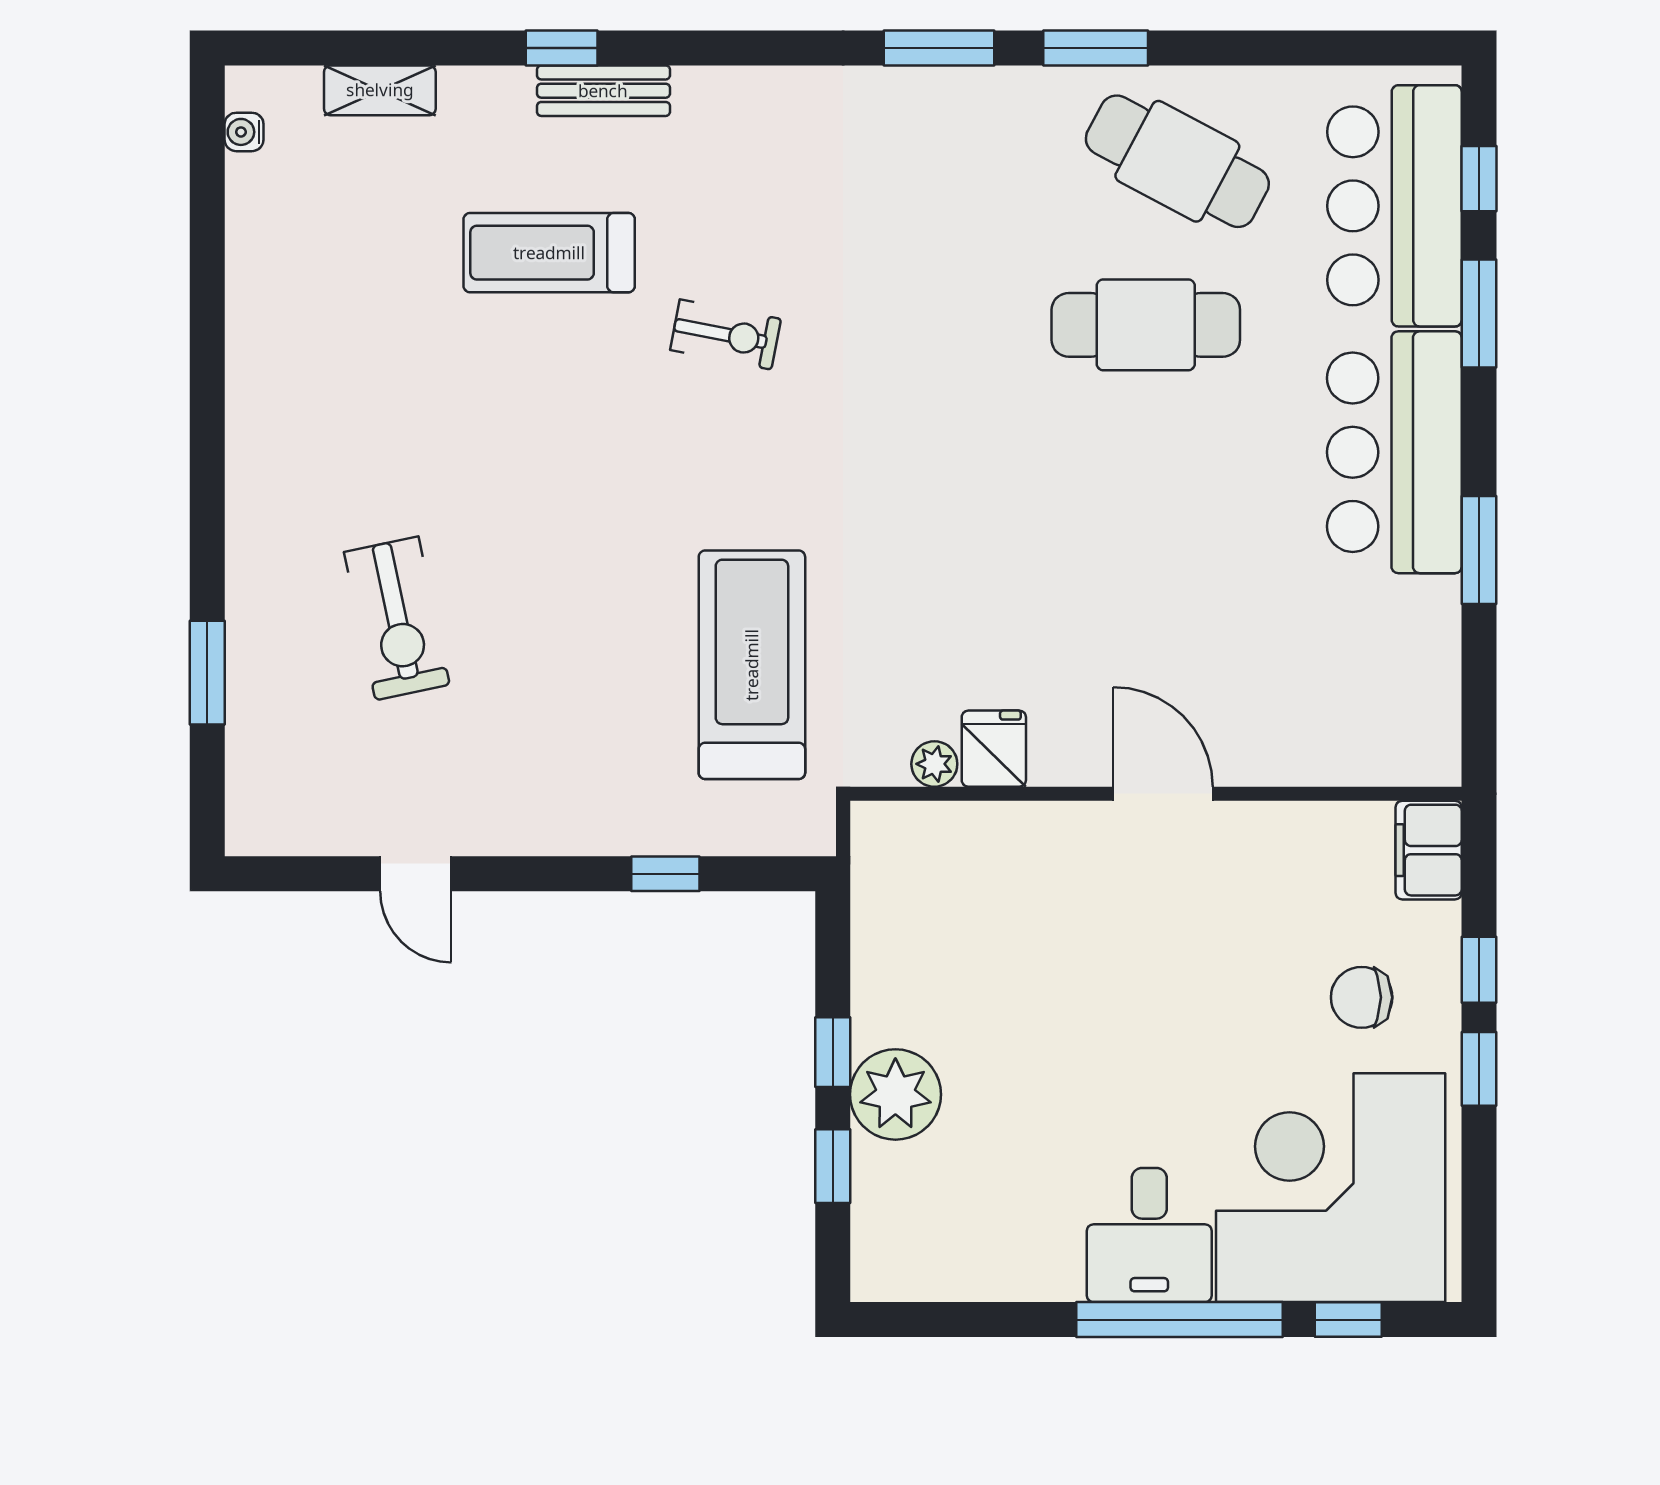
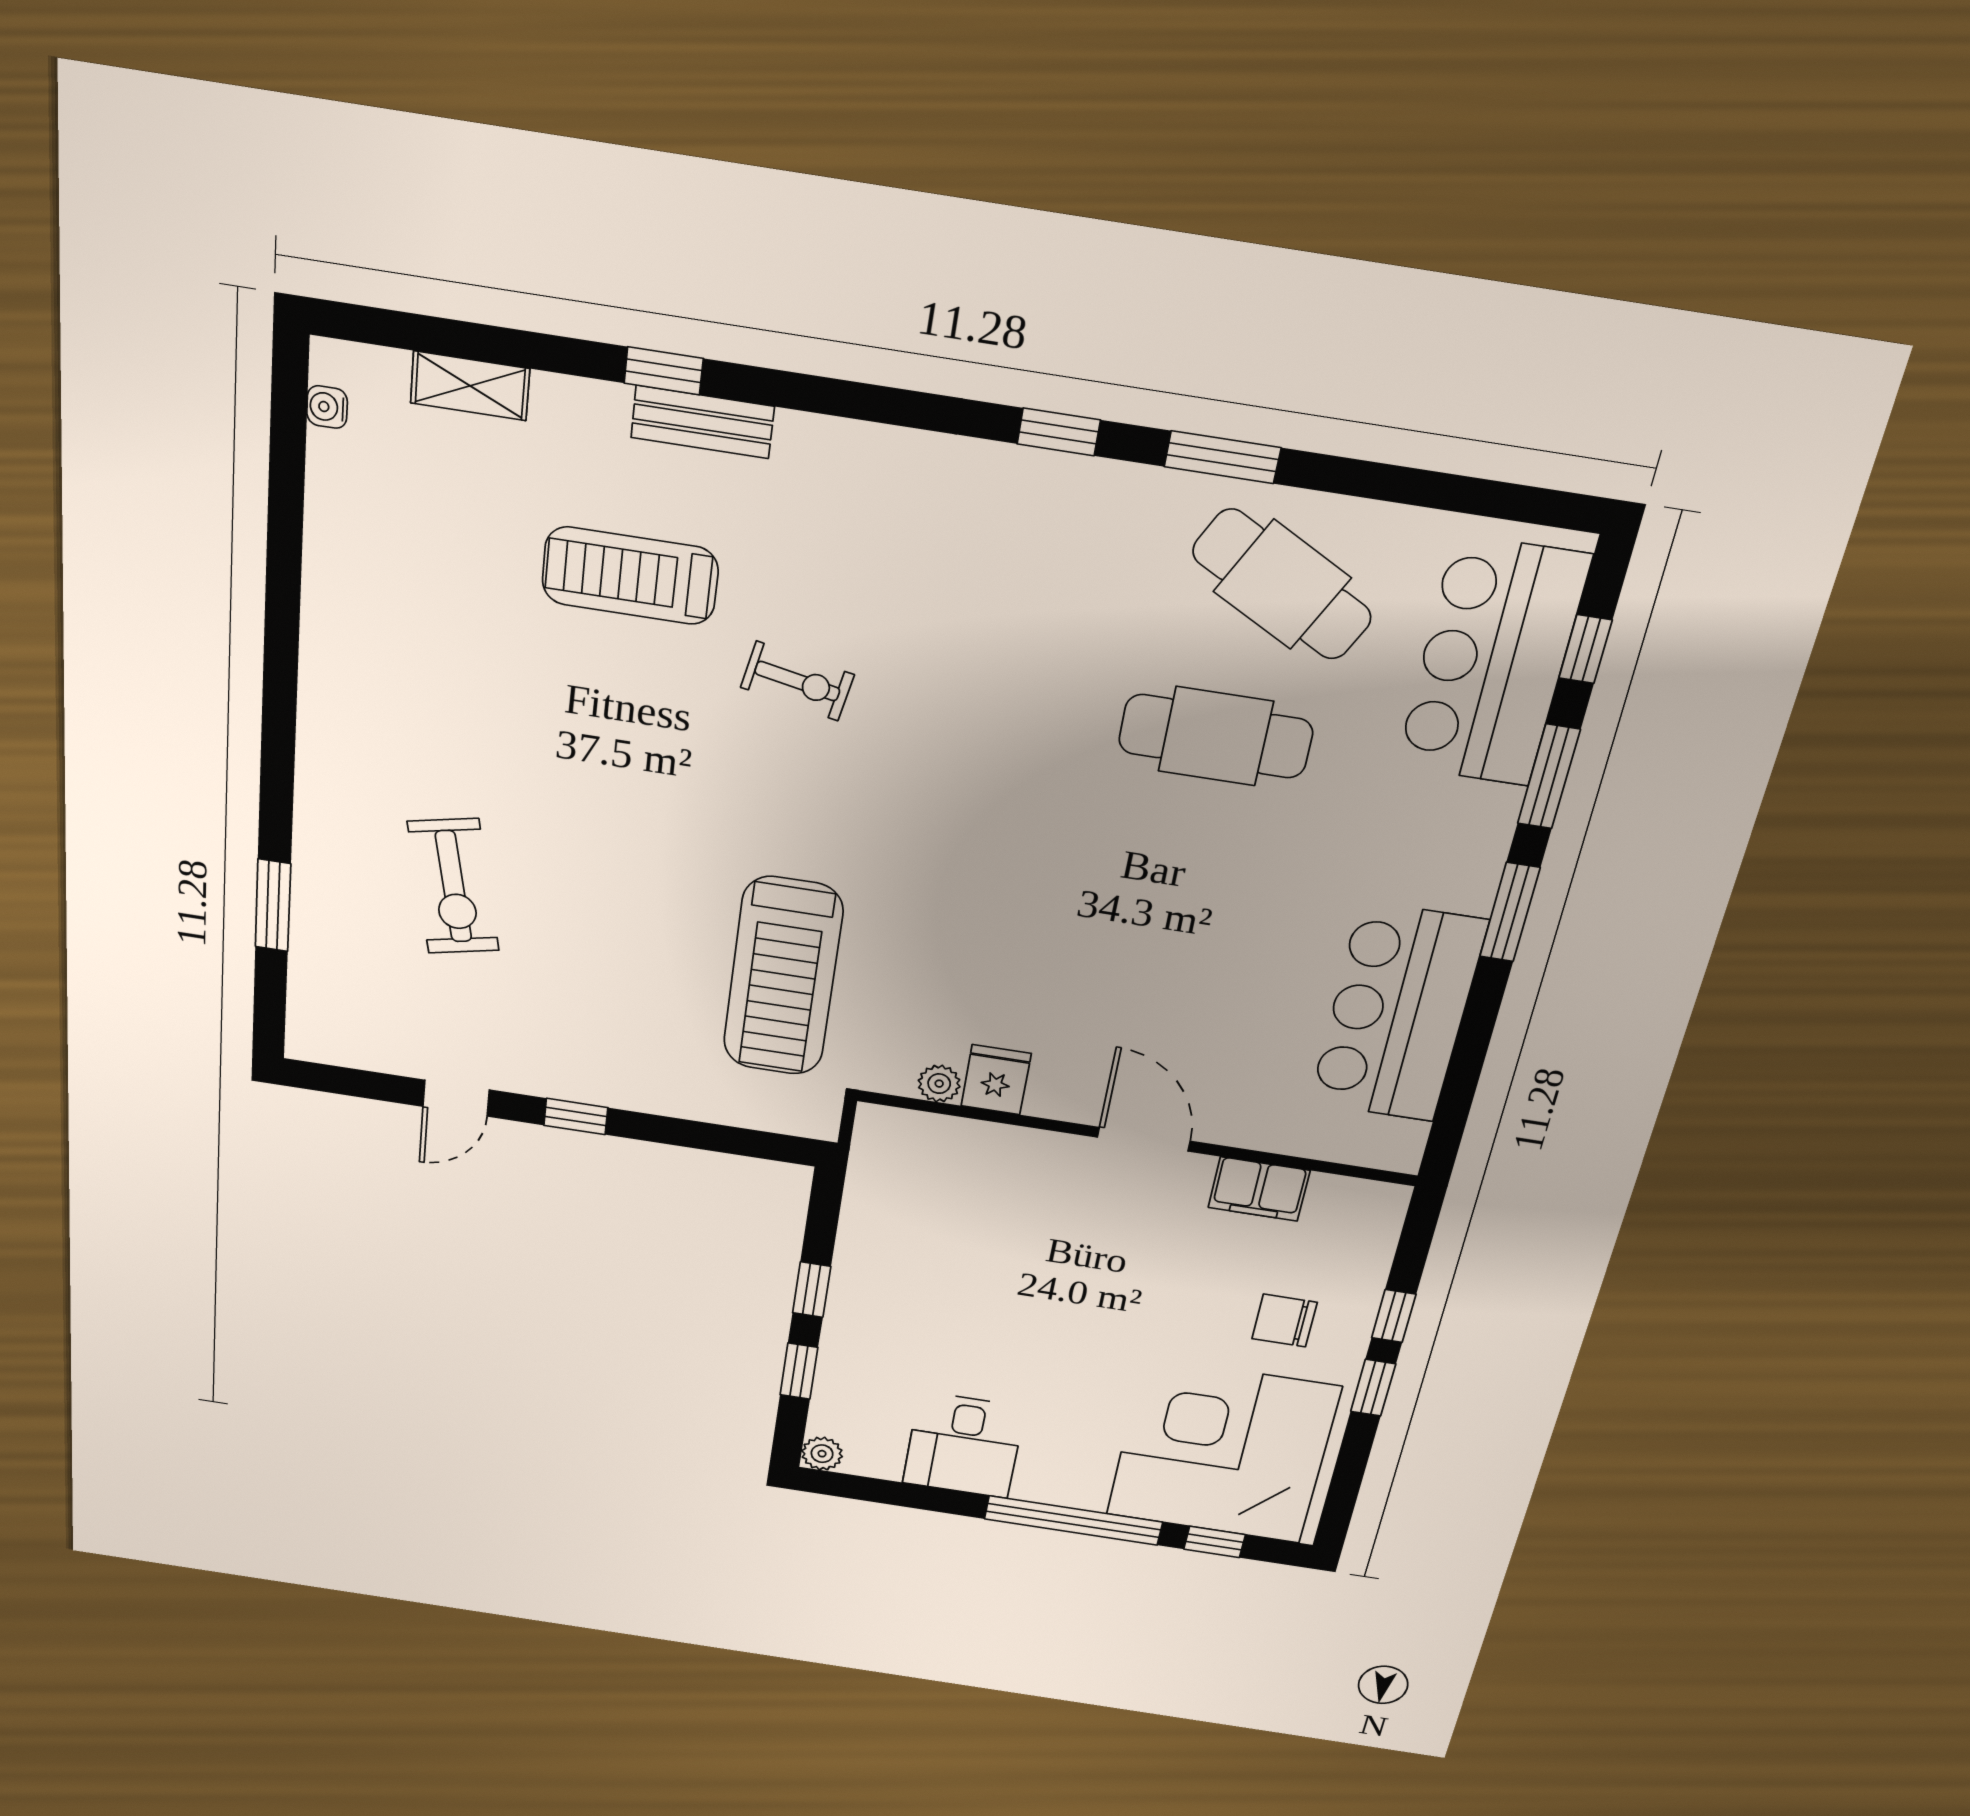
window: (939, 48) -> (1059, 432), width x0.67
bar counter: (1394, 452) -> (1398, 1013), moved
window: (1479, 550) -> (1510, 912), moved
treadmill: (752, 665) -> (783, 977), turned 180
filing cabinet: (1429, 850) -> (1259, 1189), moved, turned -90
door: (416, 874) -> (456, 1098), hinge flipped
window: (665, 874) -> (576, 1116), moved
plant: (895, 1094) -> (822, 1454), moved, width x0.53, depth x0.53
desk: (1149, 1235) -> (964, 1445), moved

